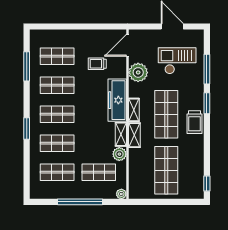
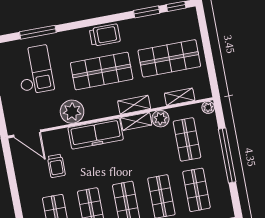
checkout: (177, 61) -> (35, 70), turned 180
plant: (138, 72) -> (72, 112), moved
window: (207, 103) -> (147, 12), moved
shelving: (134, 110) -> (180, 97), moved

